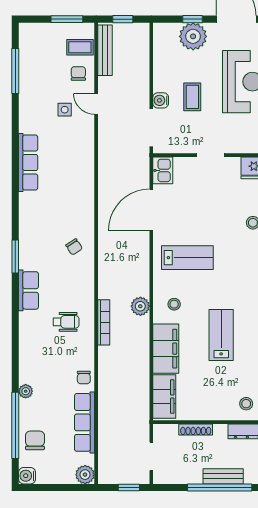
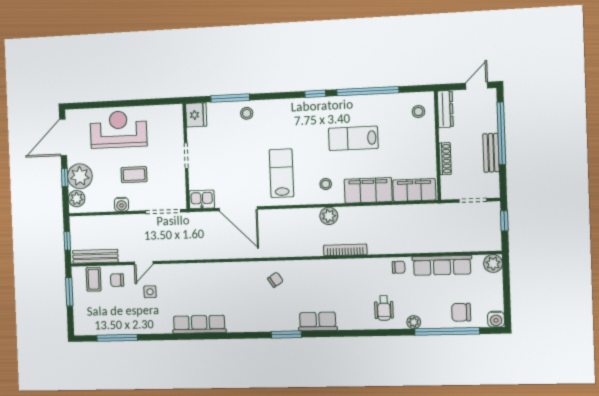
plant: (169, 32) -> (77, 199), added
water cooler: (161, 100) -> (121, 204), moved
wheelchair: (66, 322) -> (384, 308), moved, turned 180
bench: (223, 476) -> (491, 153), moved

